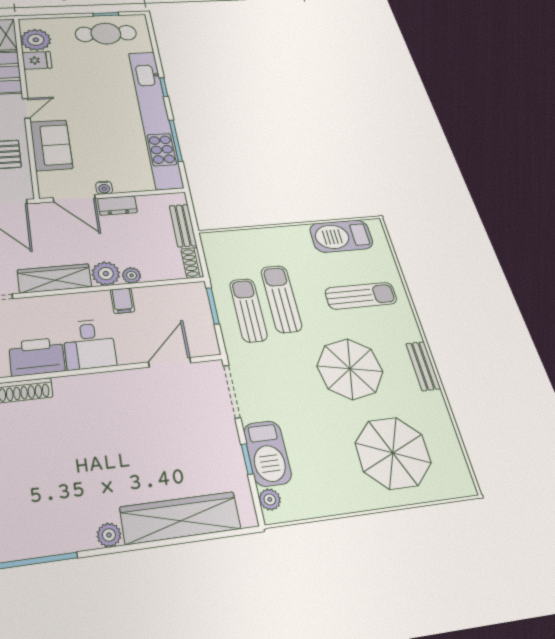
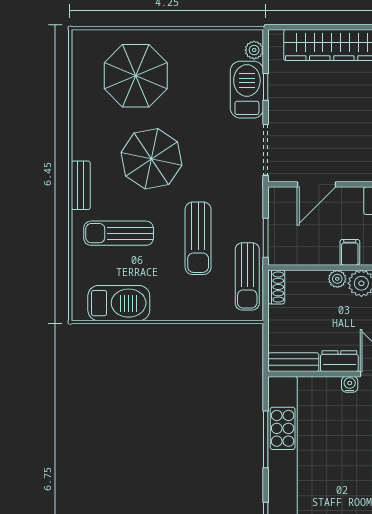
bench: (183, 226) -> (294, 362), moved, turned 90
sun lounger: (248, 310) -> (247, 276), moved
bench: (423, 366) -> (81, 185), moved

